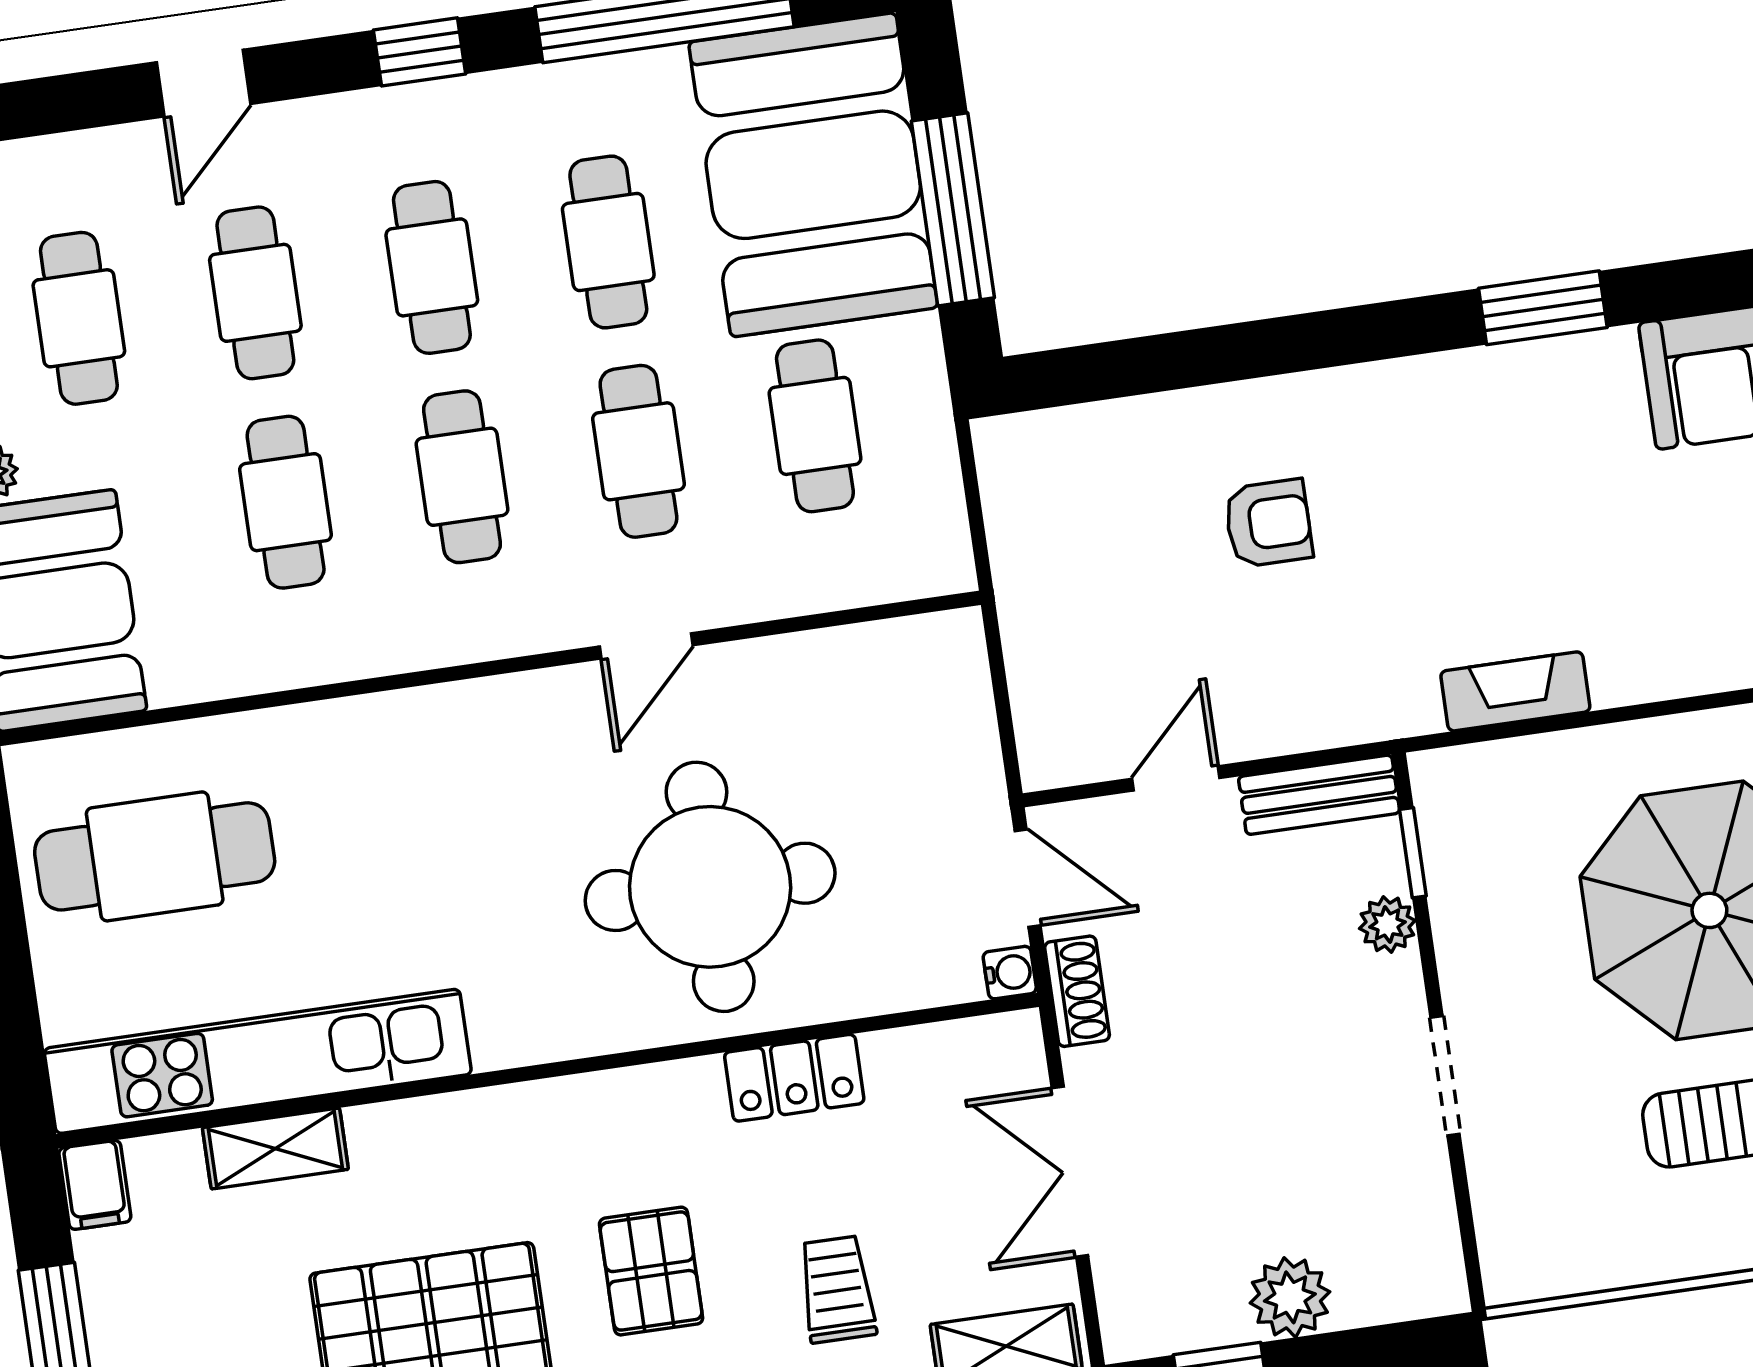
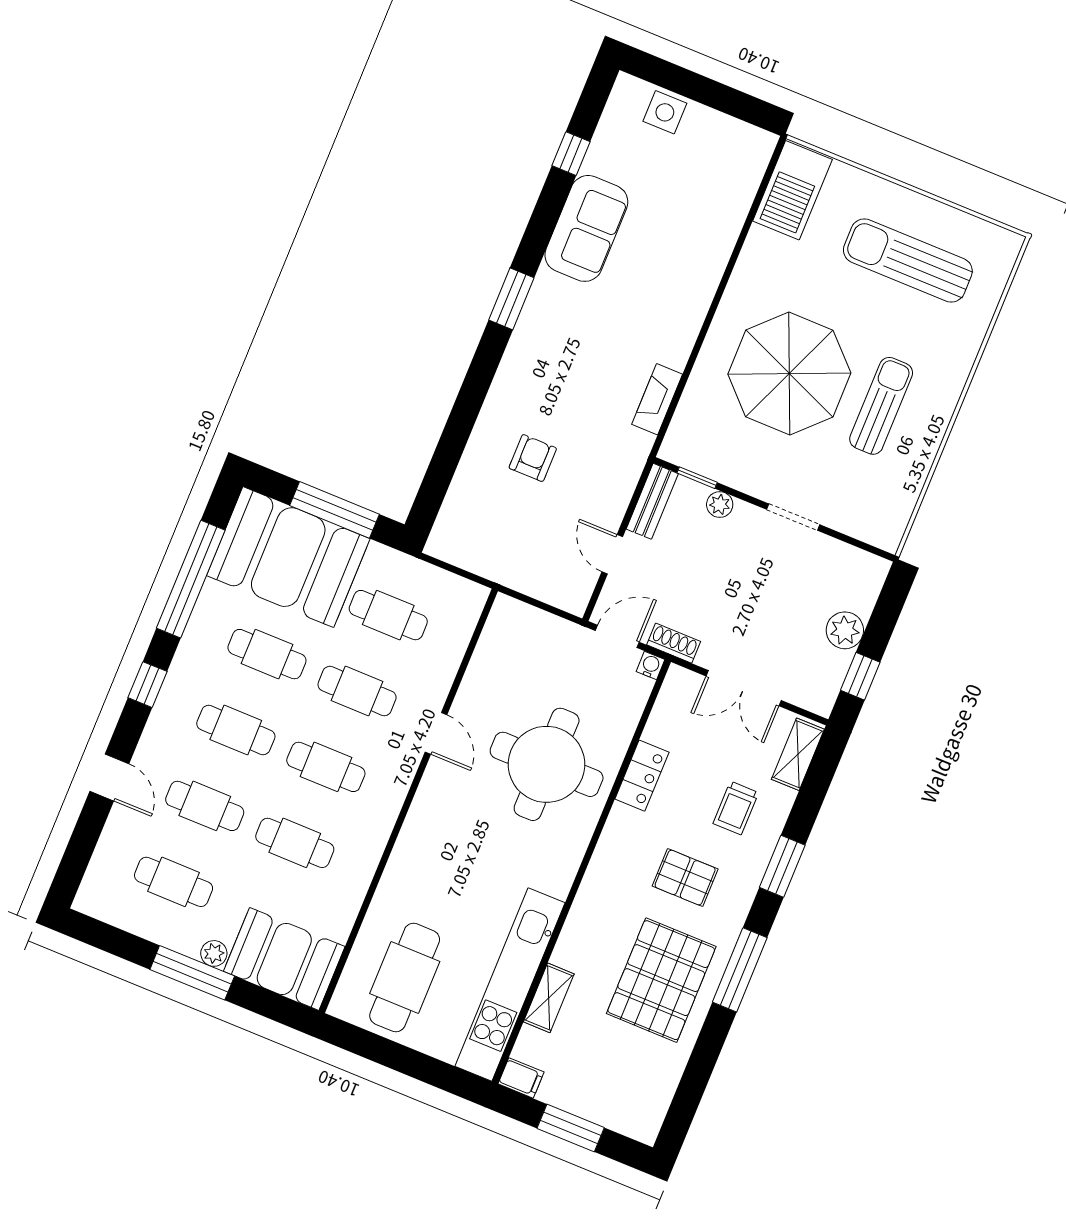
trolley: (837, 1289) -> (736, 808), turned -90

